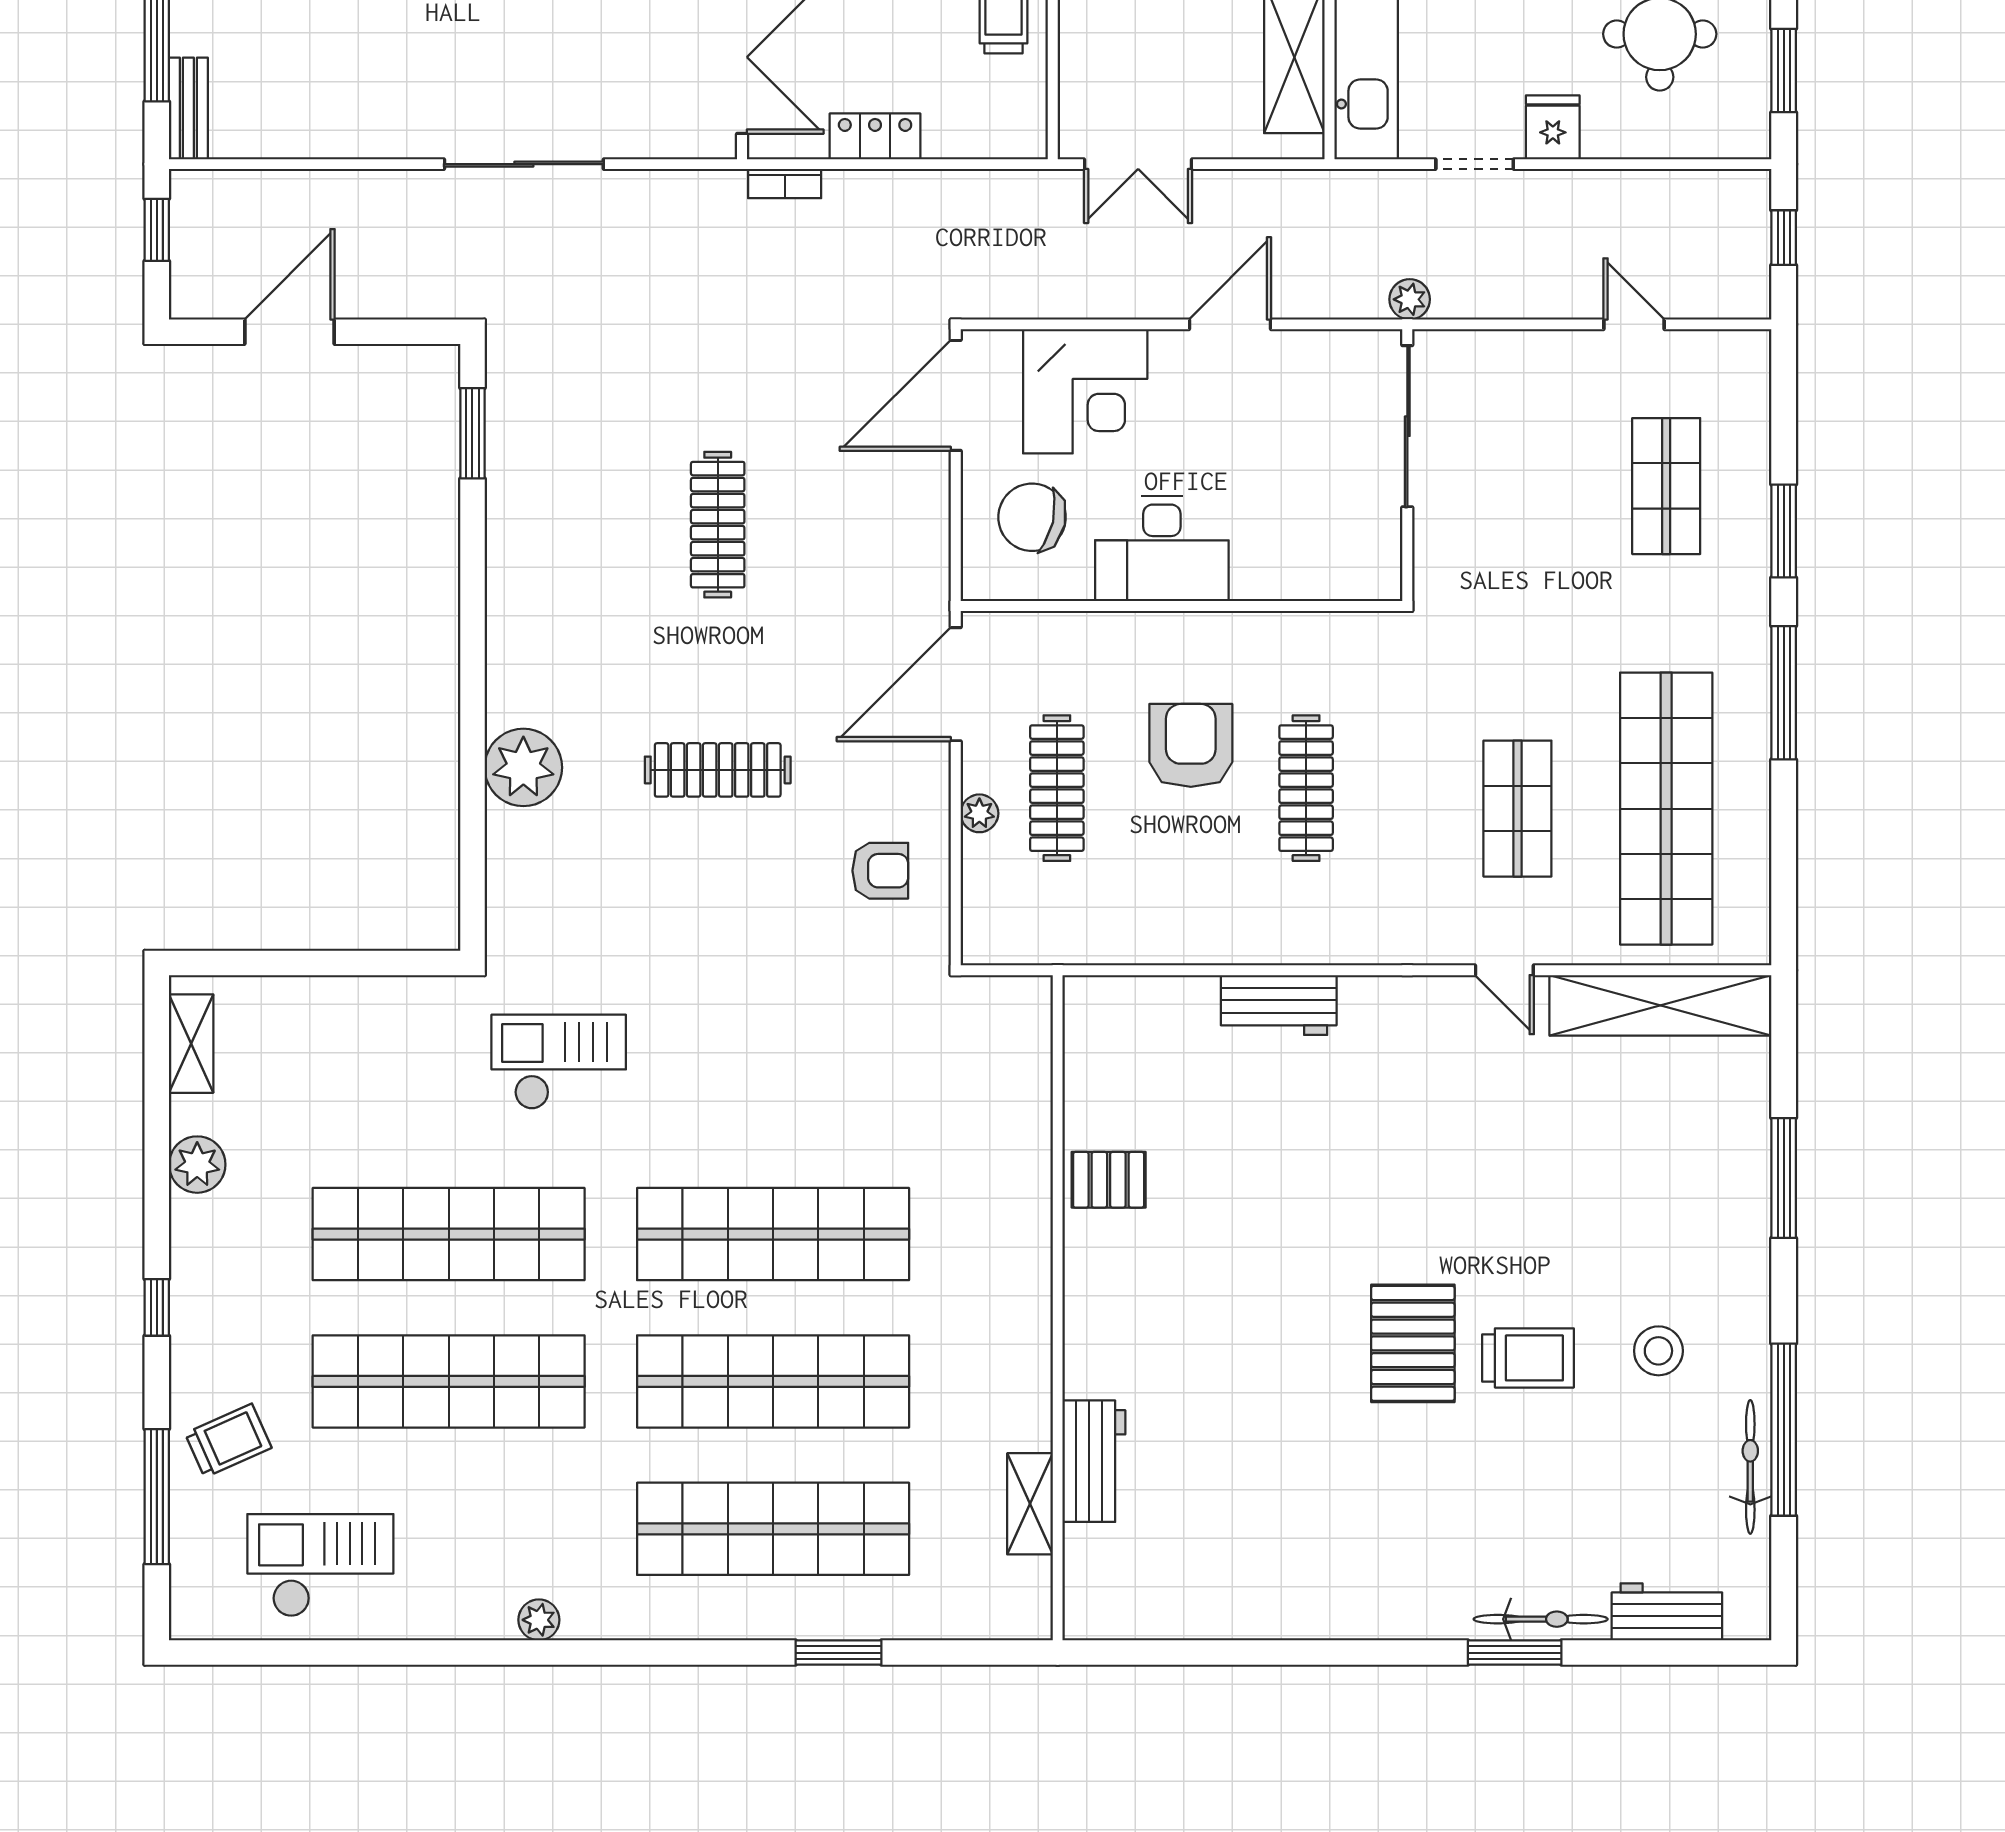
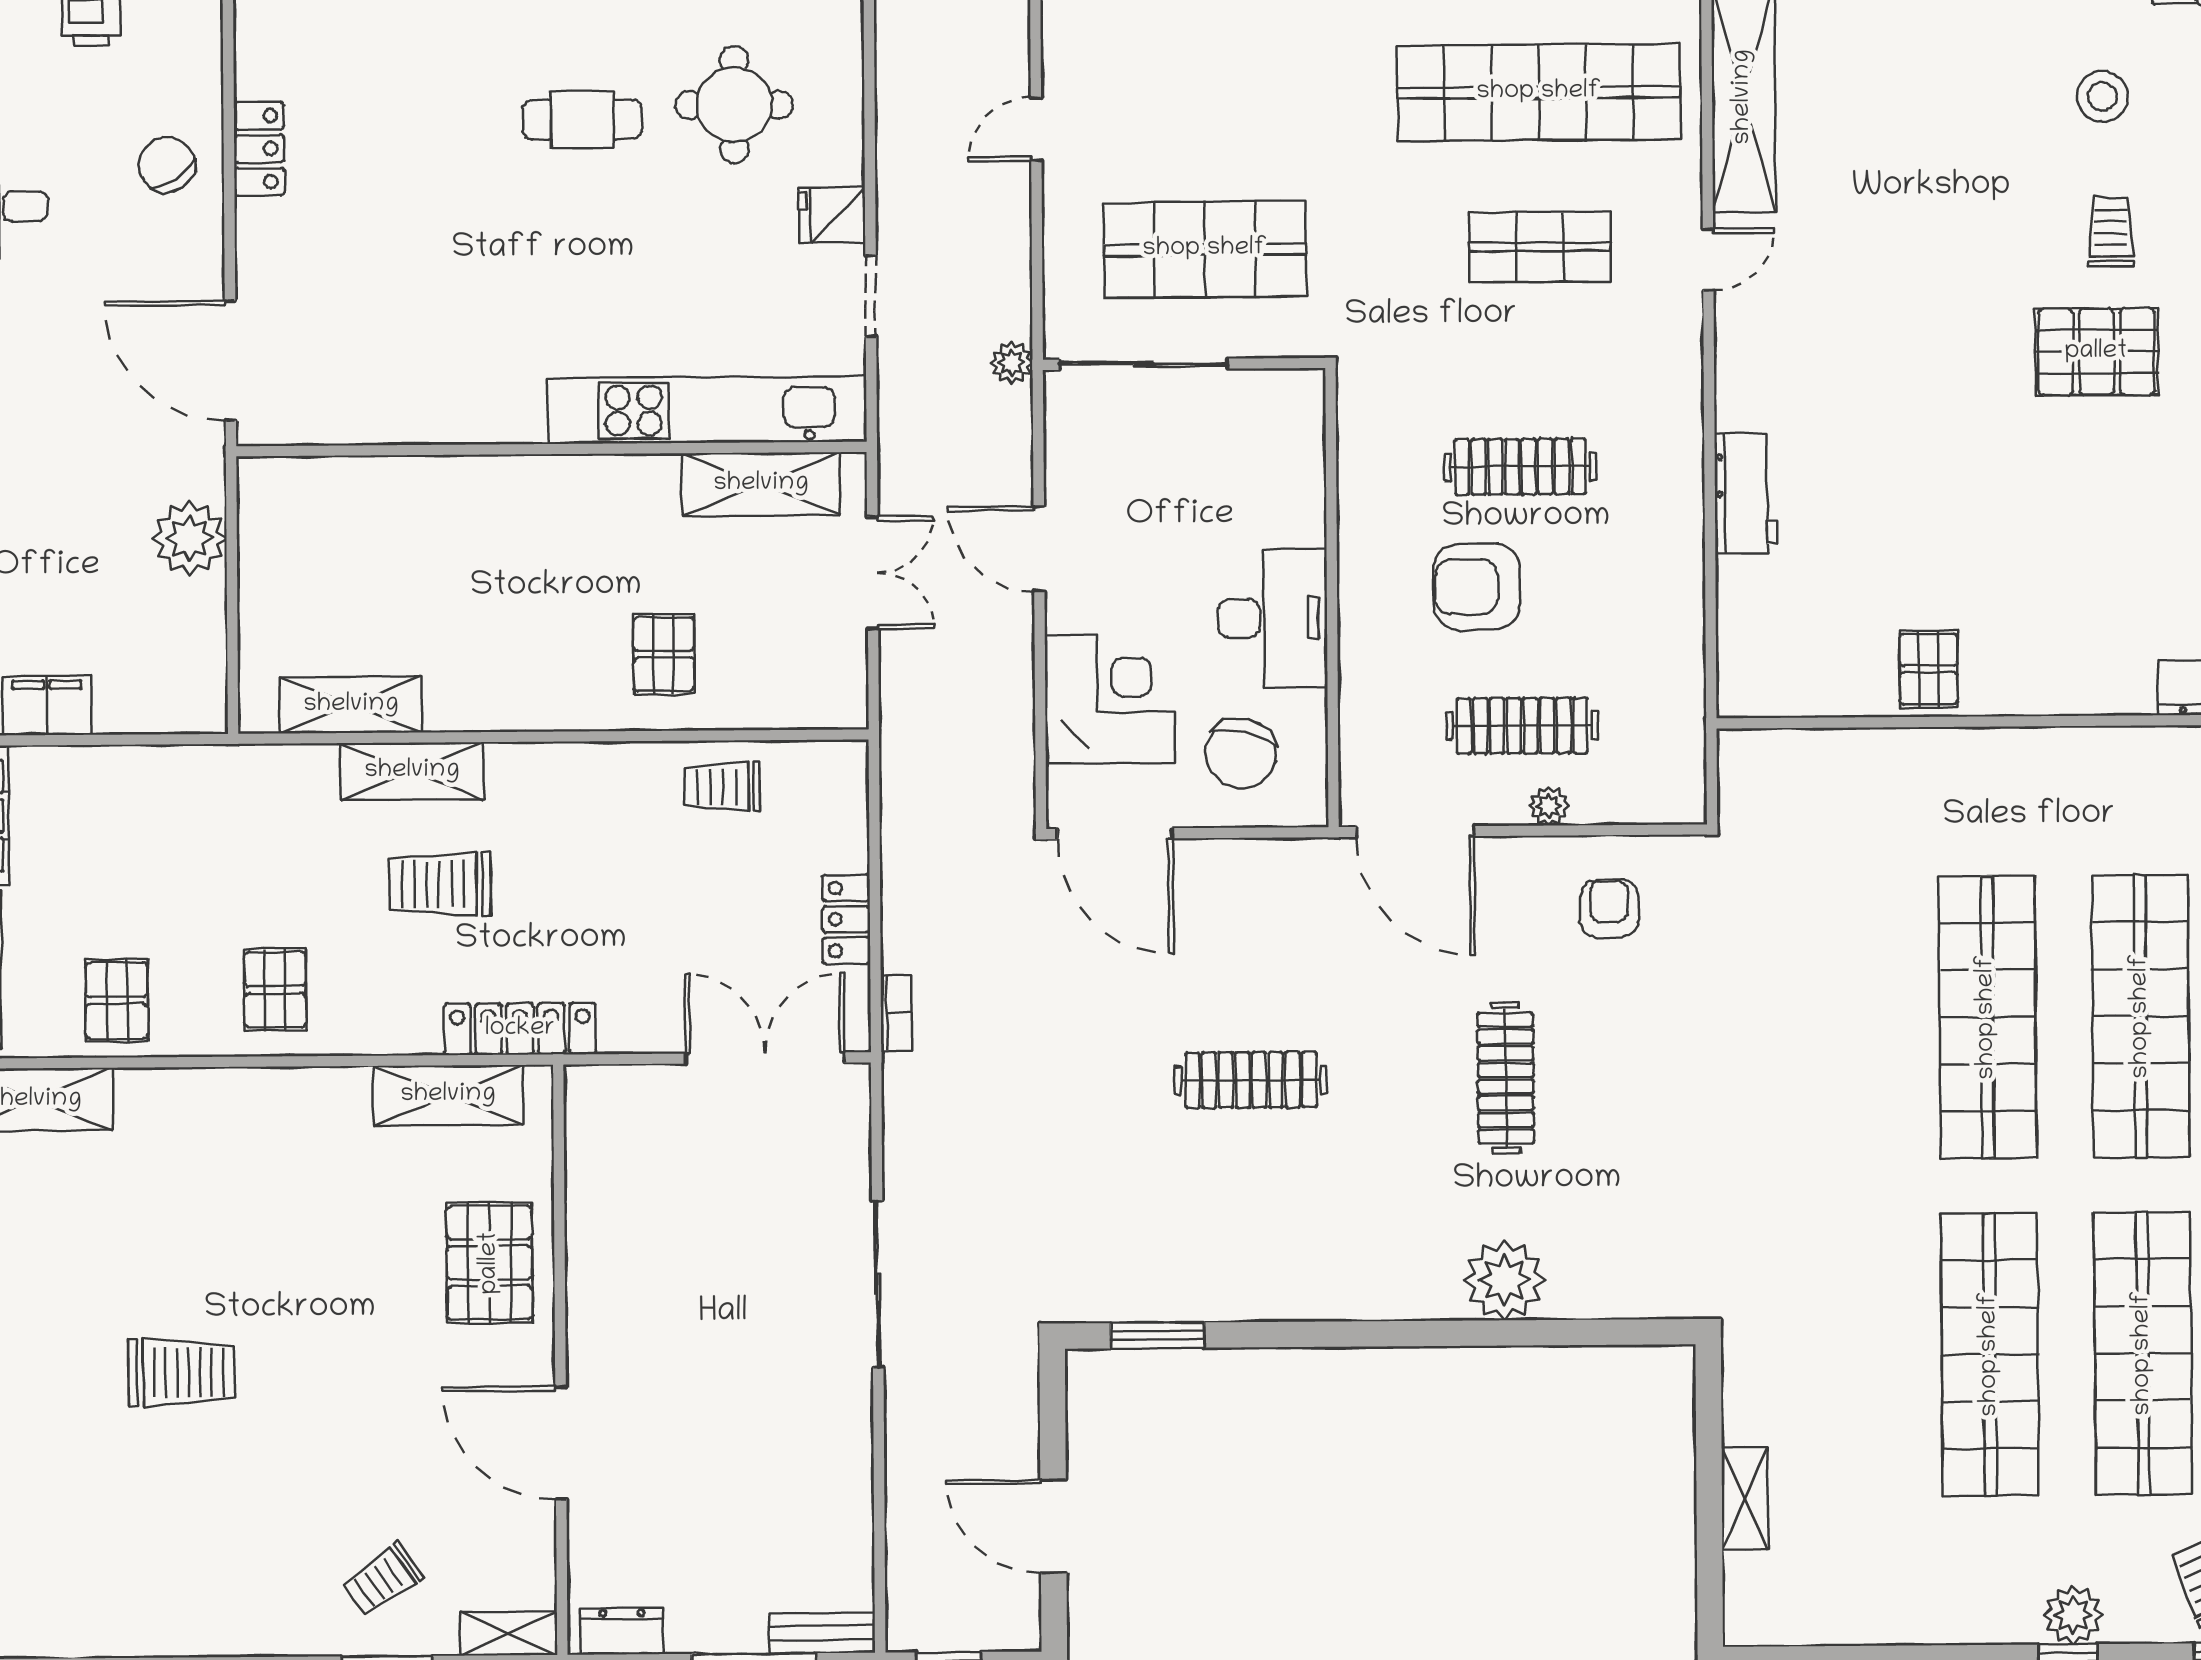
double door: (1138, 164) -> (873, 573), moved
shop shelf: (1666, 486) -> (1205, 249), moved, width x1.43, depth x1.36
shelving: (191, 1044) -> (1745, 1499), moved, turned 90
checkout: (559, 1062) -> (1810, 1241), removed
plant: (197, 1165) -> (2073, 1615), moved
trolley: (1528, 1358) -> (2111, 232), width x0.73, depth x0.72

